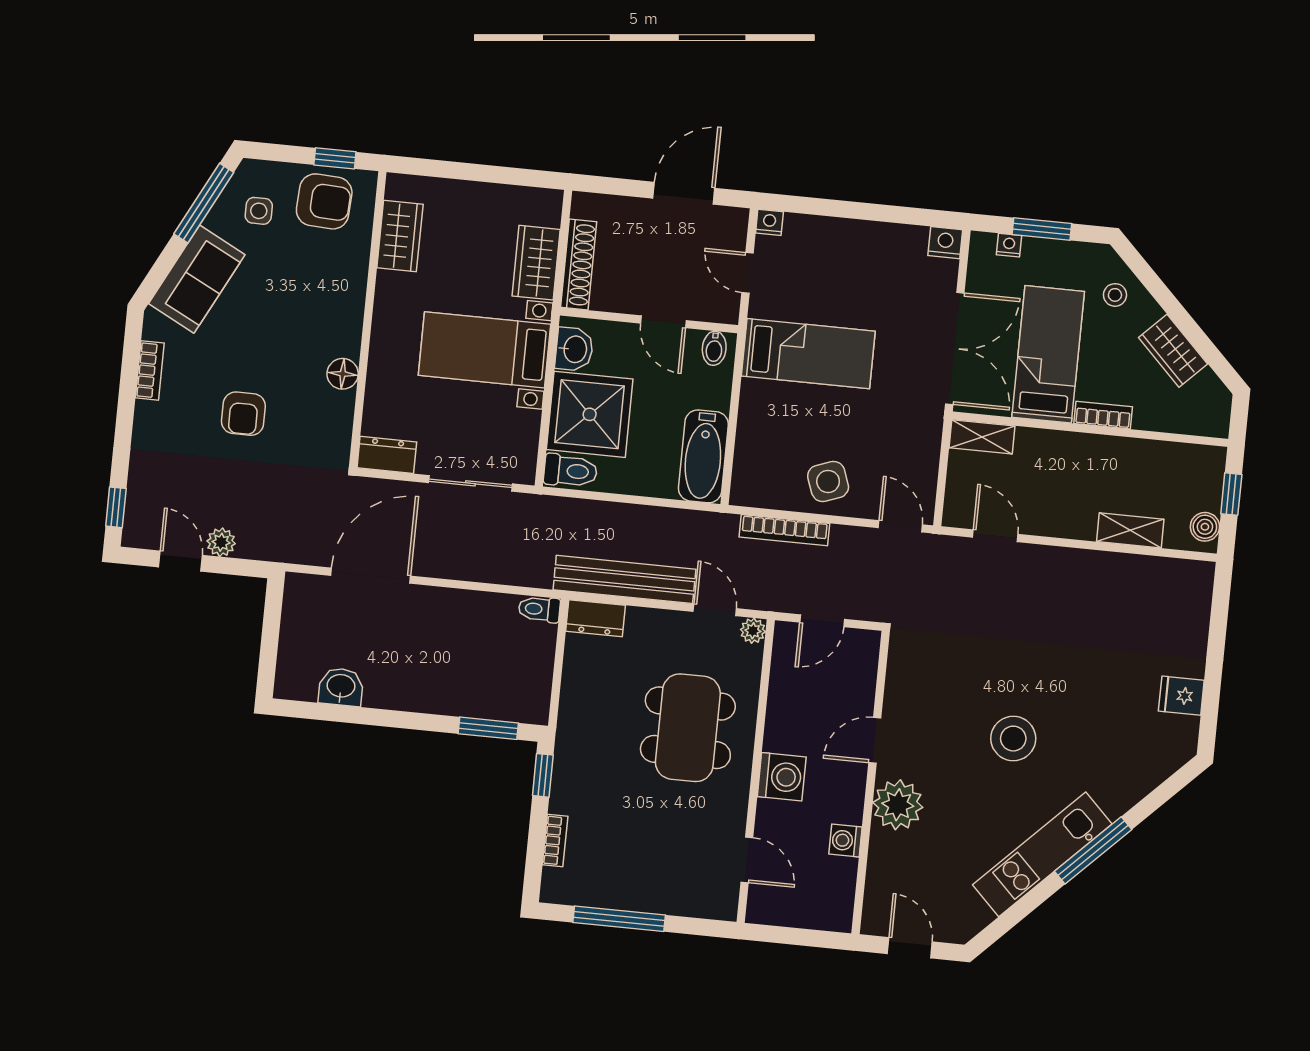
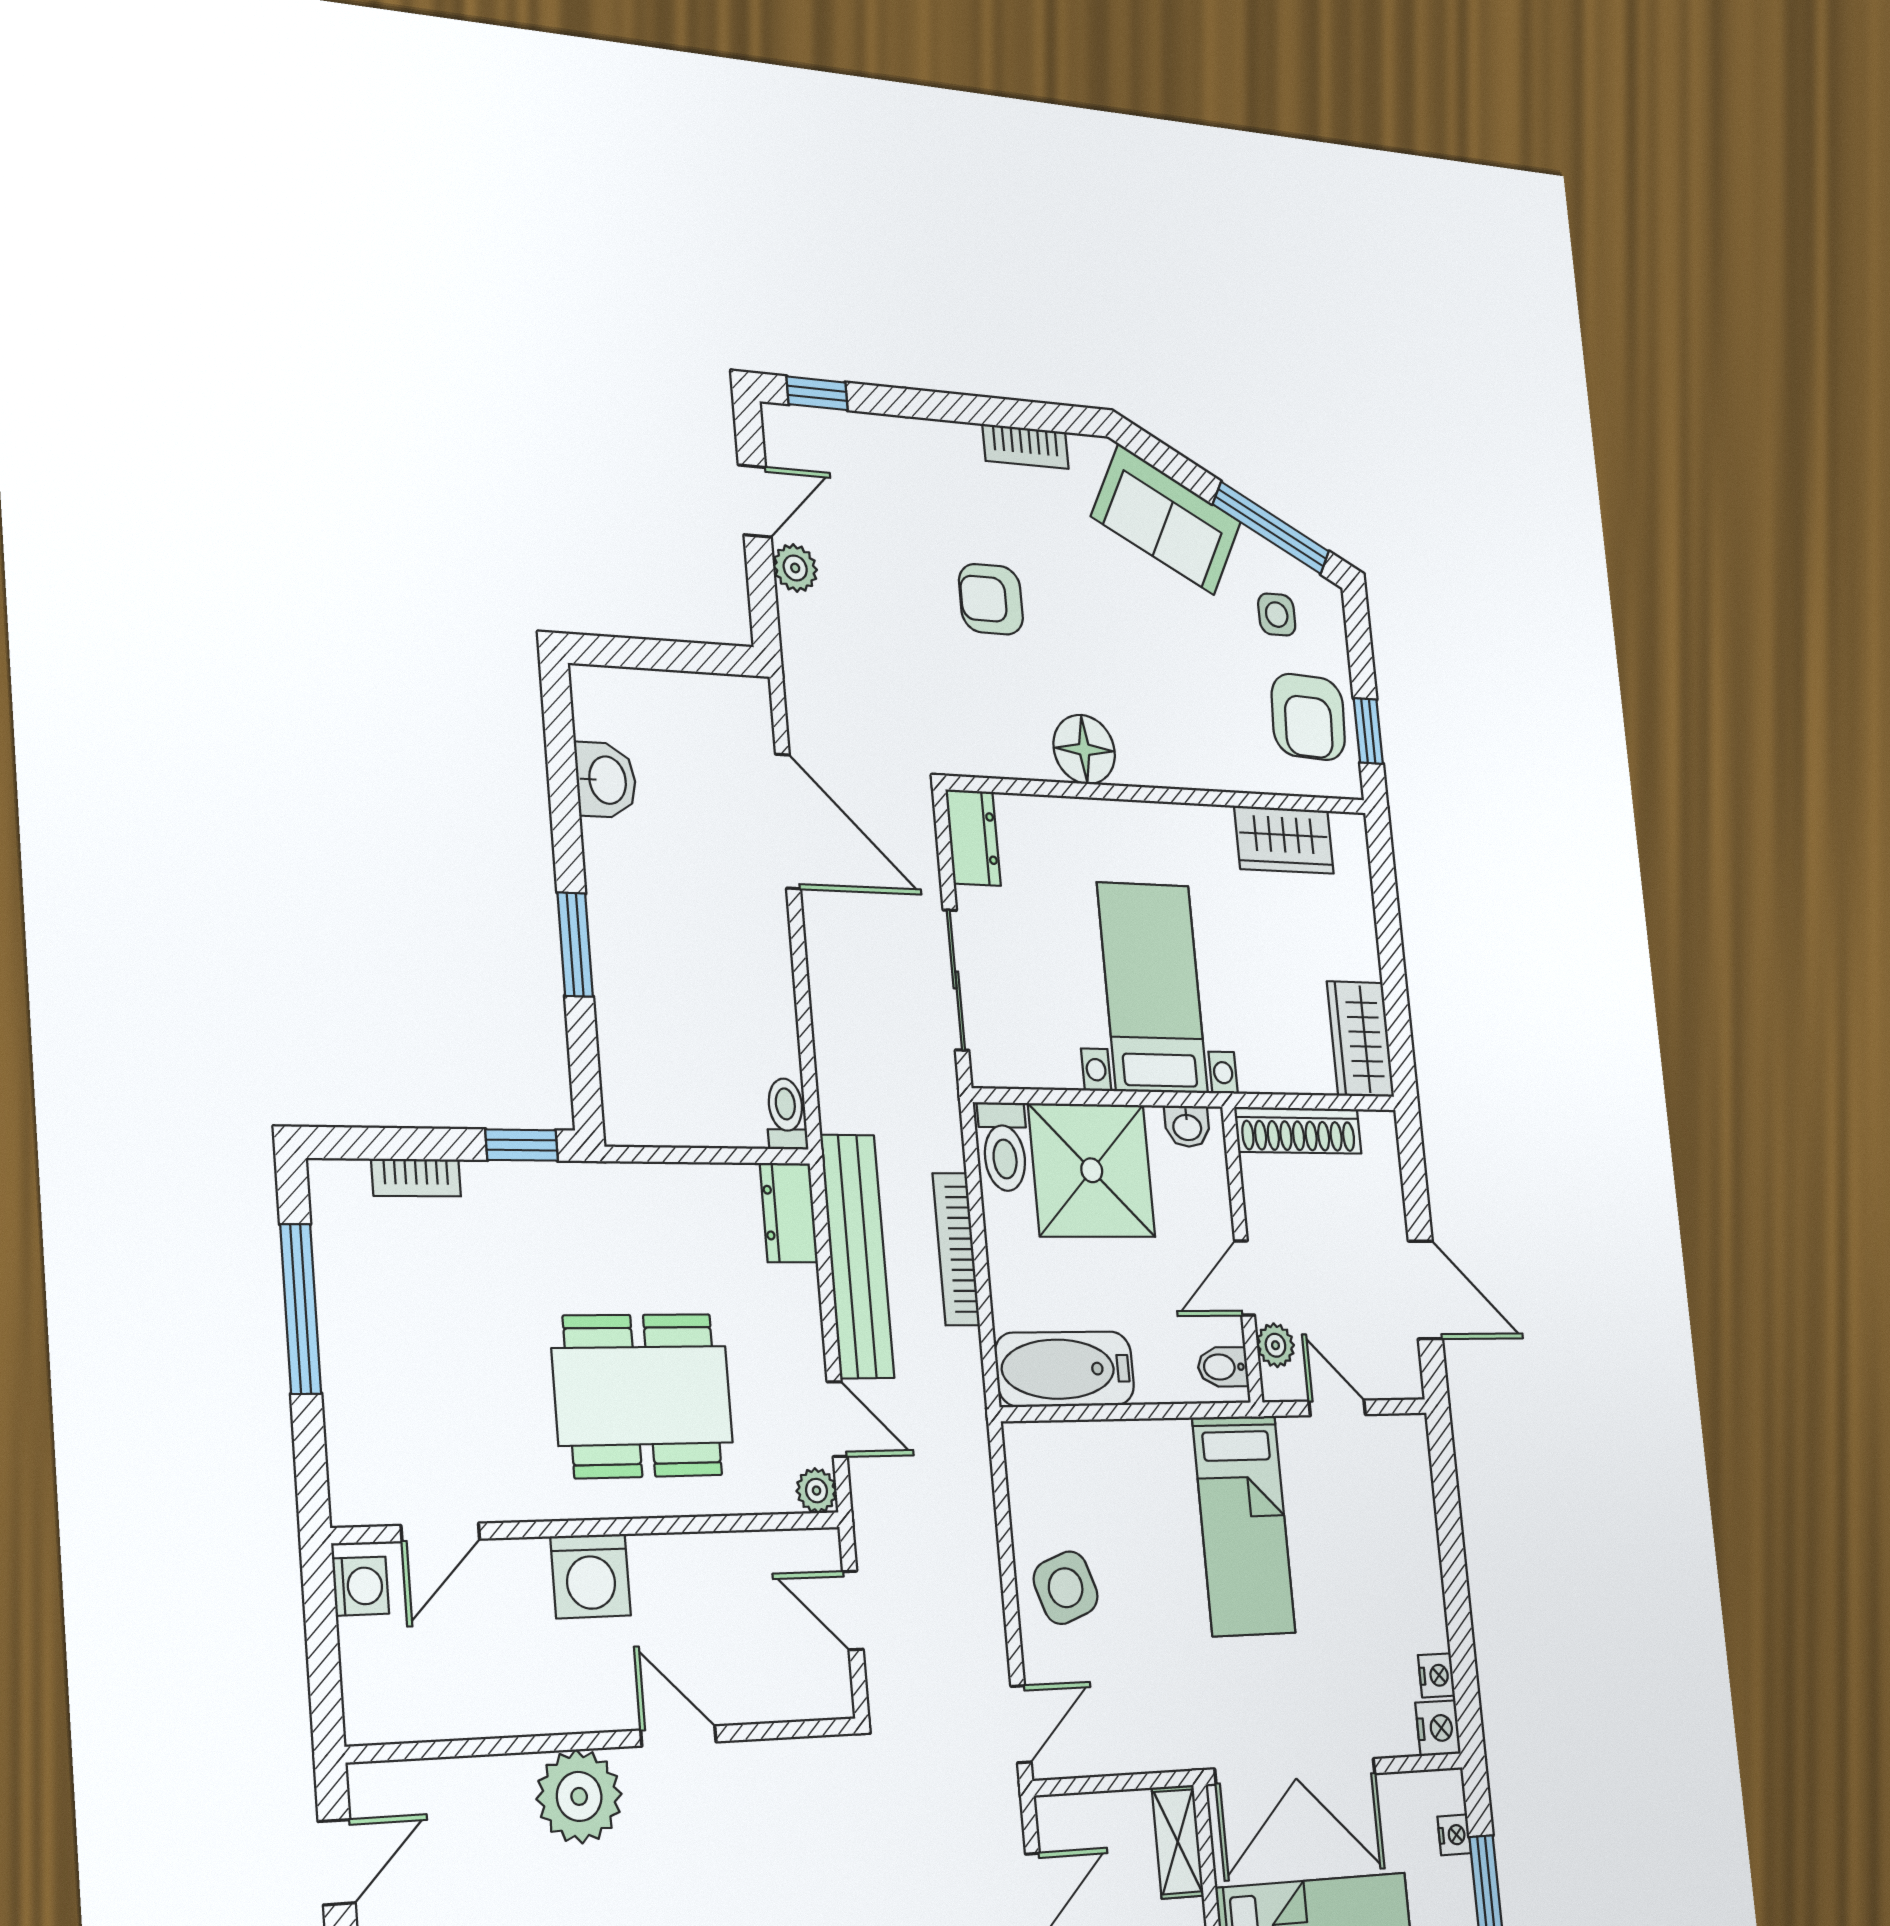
nightstand: (769, 222) -> (1436, 1675), moved
wardrobe: (536, 263) -> (1361, 1039), moved, turned -90
door: (748, 273) -> (1337, 1408), hinge flipped
plant: (705, 309) -> (1275, 1345), added
washbasin: (574, 349) -> (1187, 1126), width x0.72, depth x0.69
floor lamp: (343, 374) -> (1084, 749), width x1.38, depth x1.38
bookcase: (784, 530) -> (956, 1249), moved
door: (715, 610) -> (837, 1419), hinge flipped
window: (488, 728) -> (575, 945), moved
washing machine: (845, 841) -> (361, 1586), moved, turned 90

